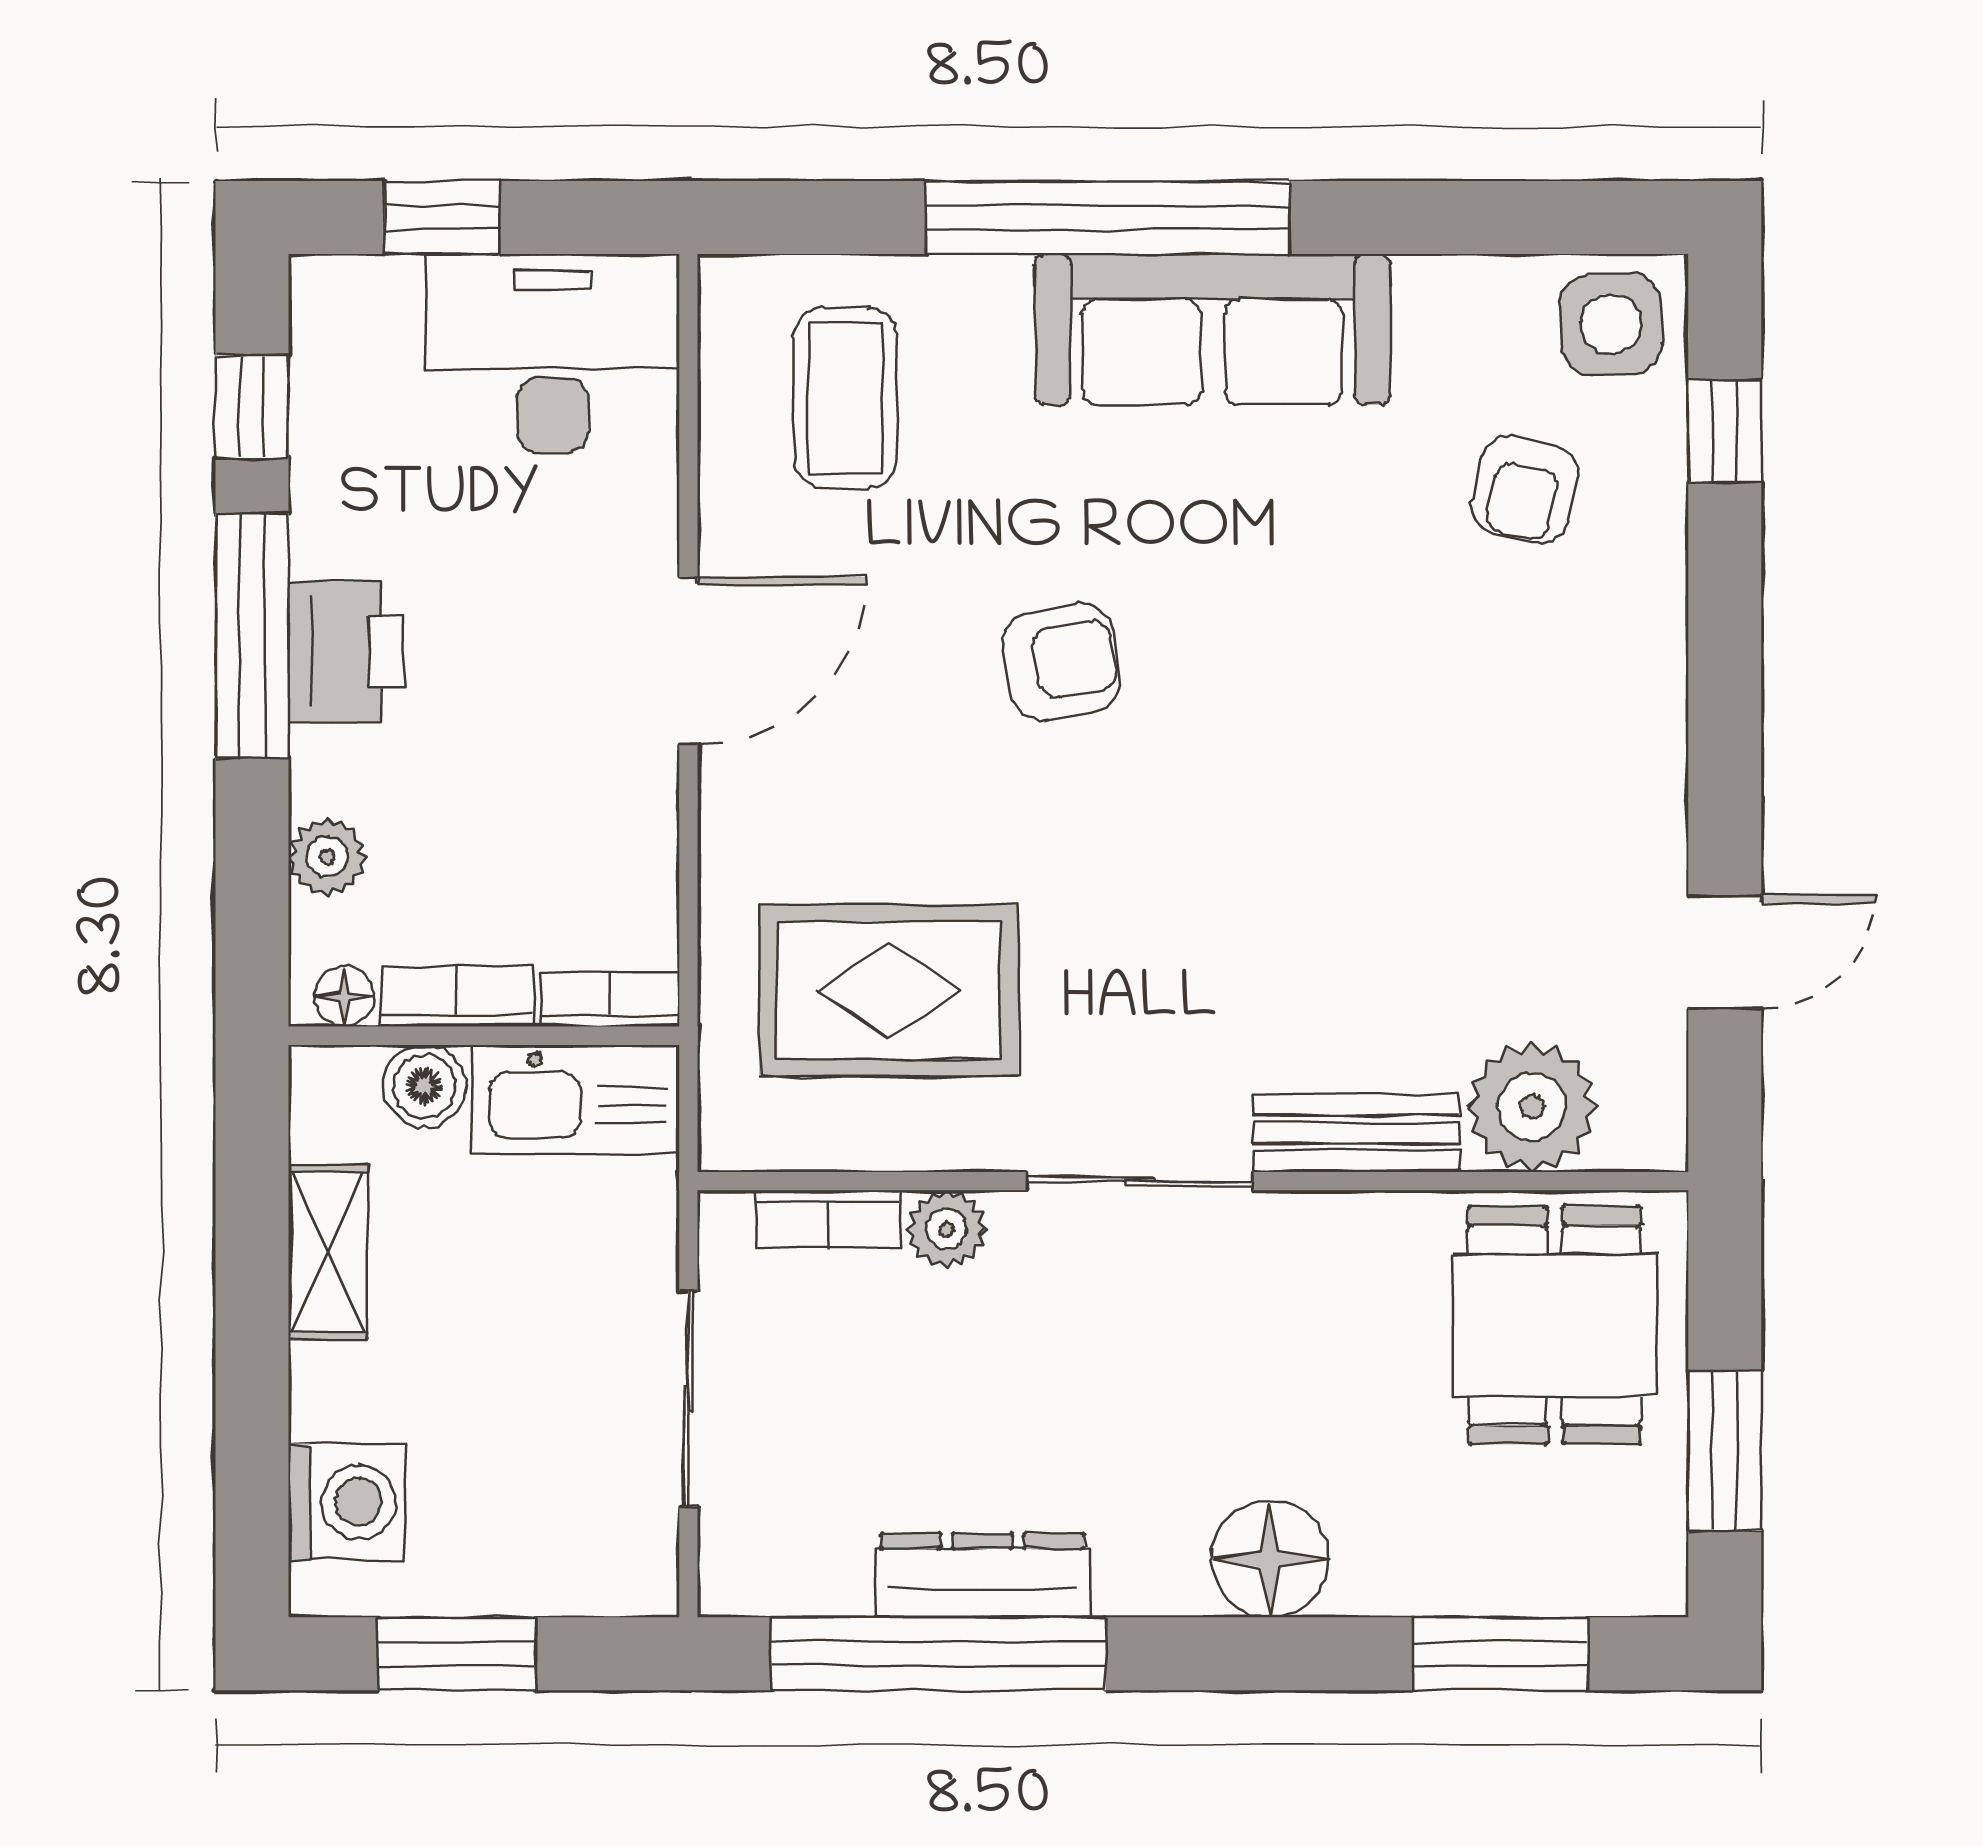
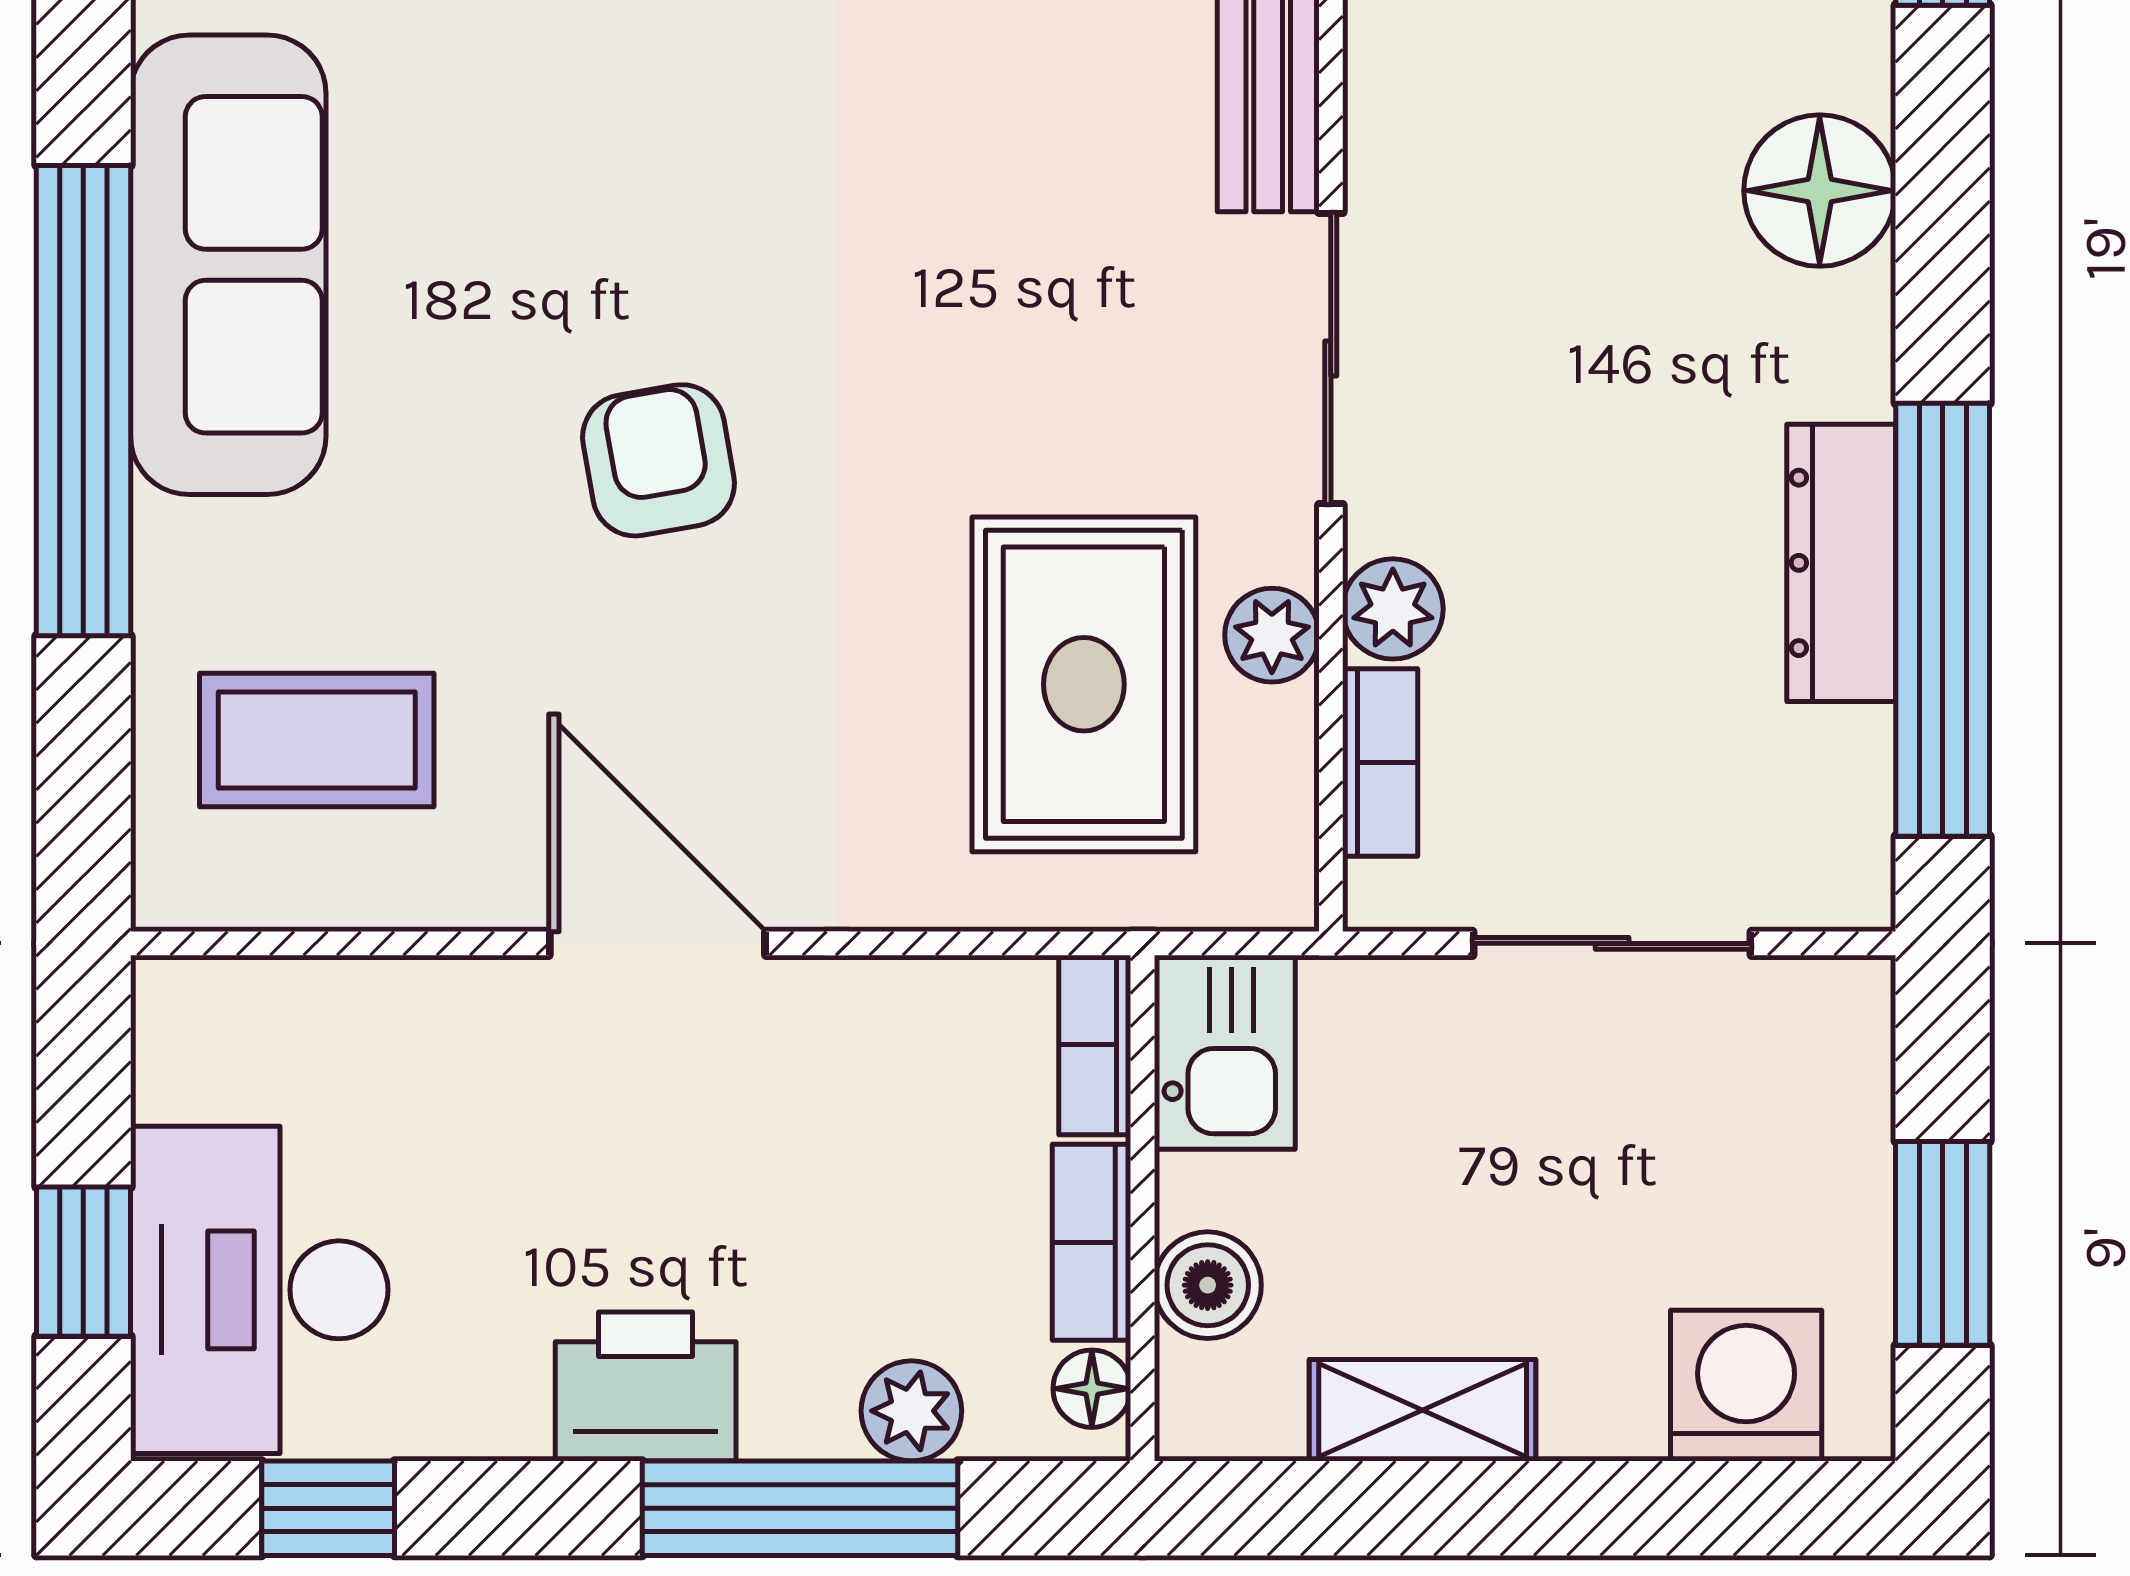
desk: (553, 353) -> (259, 1290), moved
window: (252, 636) -> (800, 1508), moved
kitchen sink: (576, 1099) -> (1225, 1052), width x0.73
plant: (926, 1136) -> (1272, 635), added

